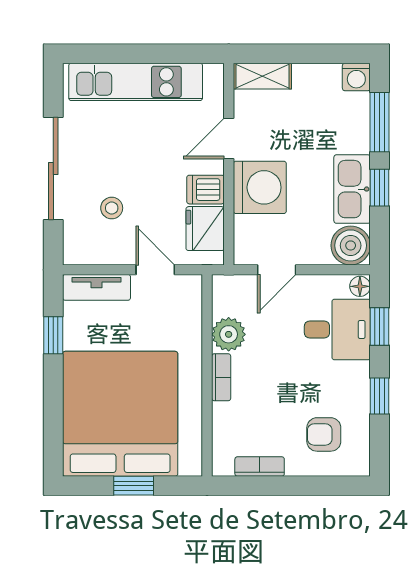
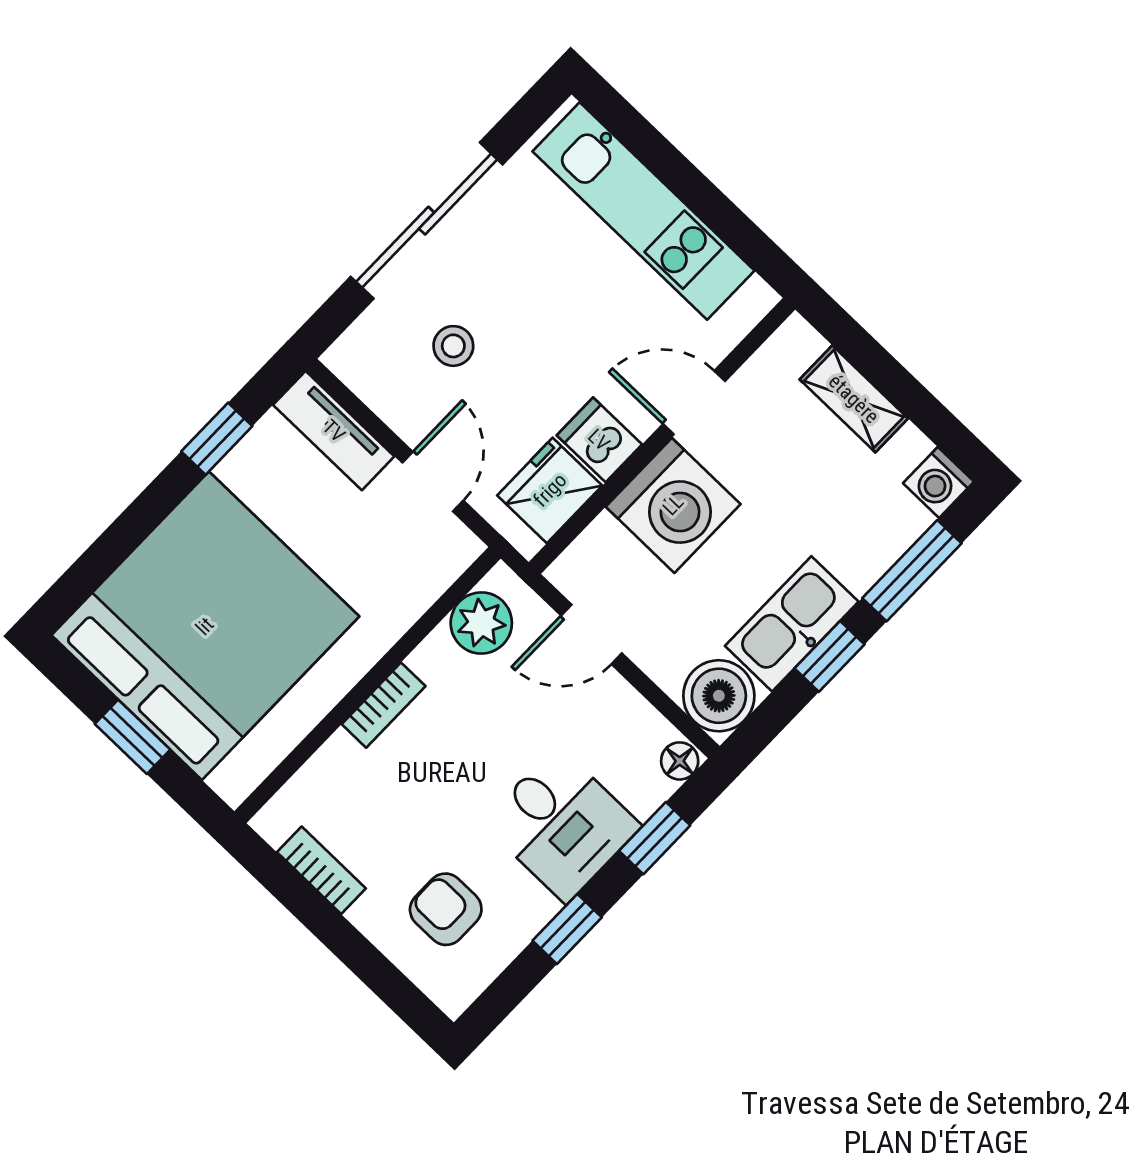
shelving: (262, 76) -> (854, 399), moved
desk: (337, 330) -> (562, 824), moved
plant: (229, 334) -> (481, 623), moved

